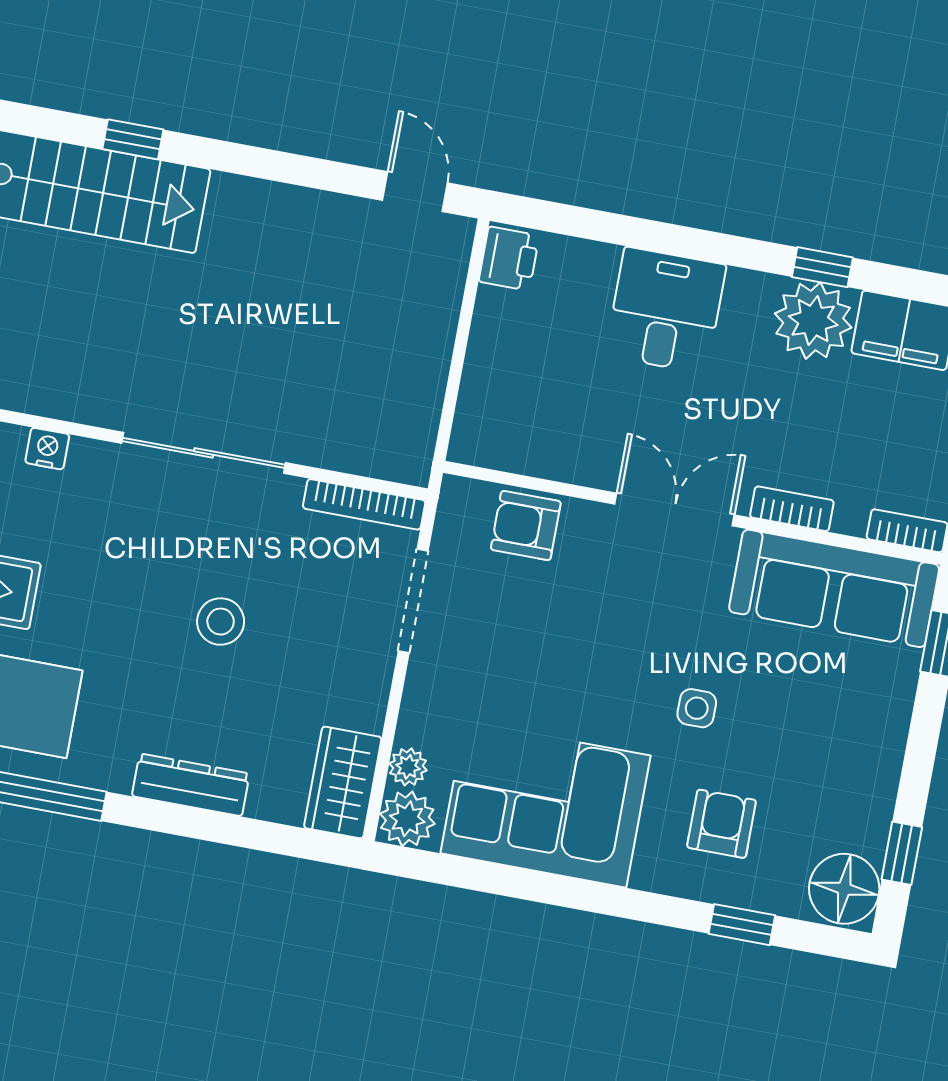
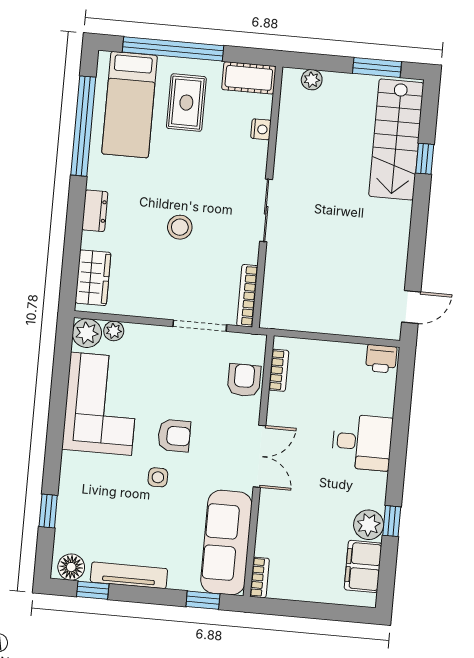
plant: (813, 321) -> (369, 525), width x0.73, depth x0.73
sliding door: (204, 453) -> (266, 210), width x0.73
bookcase: (792, 509) -> (279, 370), moved
tv unit: (880, 781) -> (129, 575), added
wardrobe: (343, 783) -> (93, 278), moved, turned 90
dresser: (191, 785) -> (95, 211), width x0.70
armchair: (722, 824) -> (174, 436), moved
floor lamp: (844, 889) -> (71, 567), width x0.73, depth x0.73

